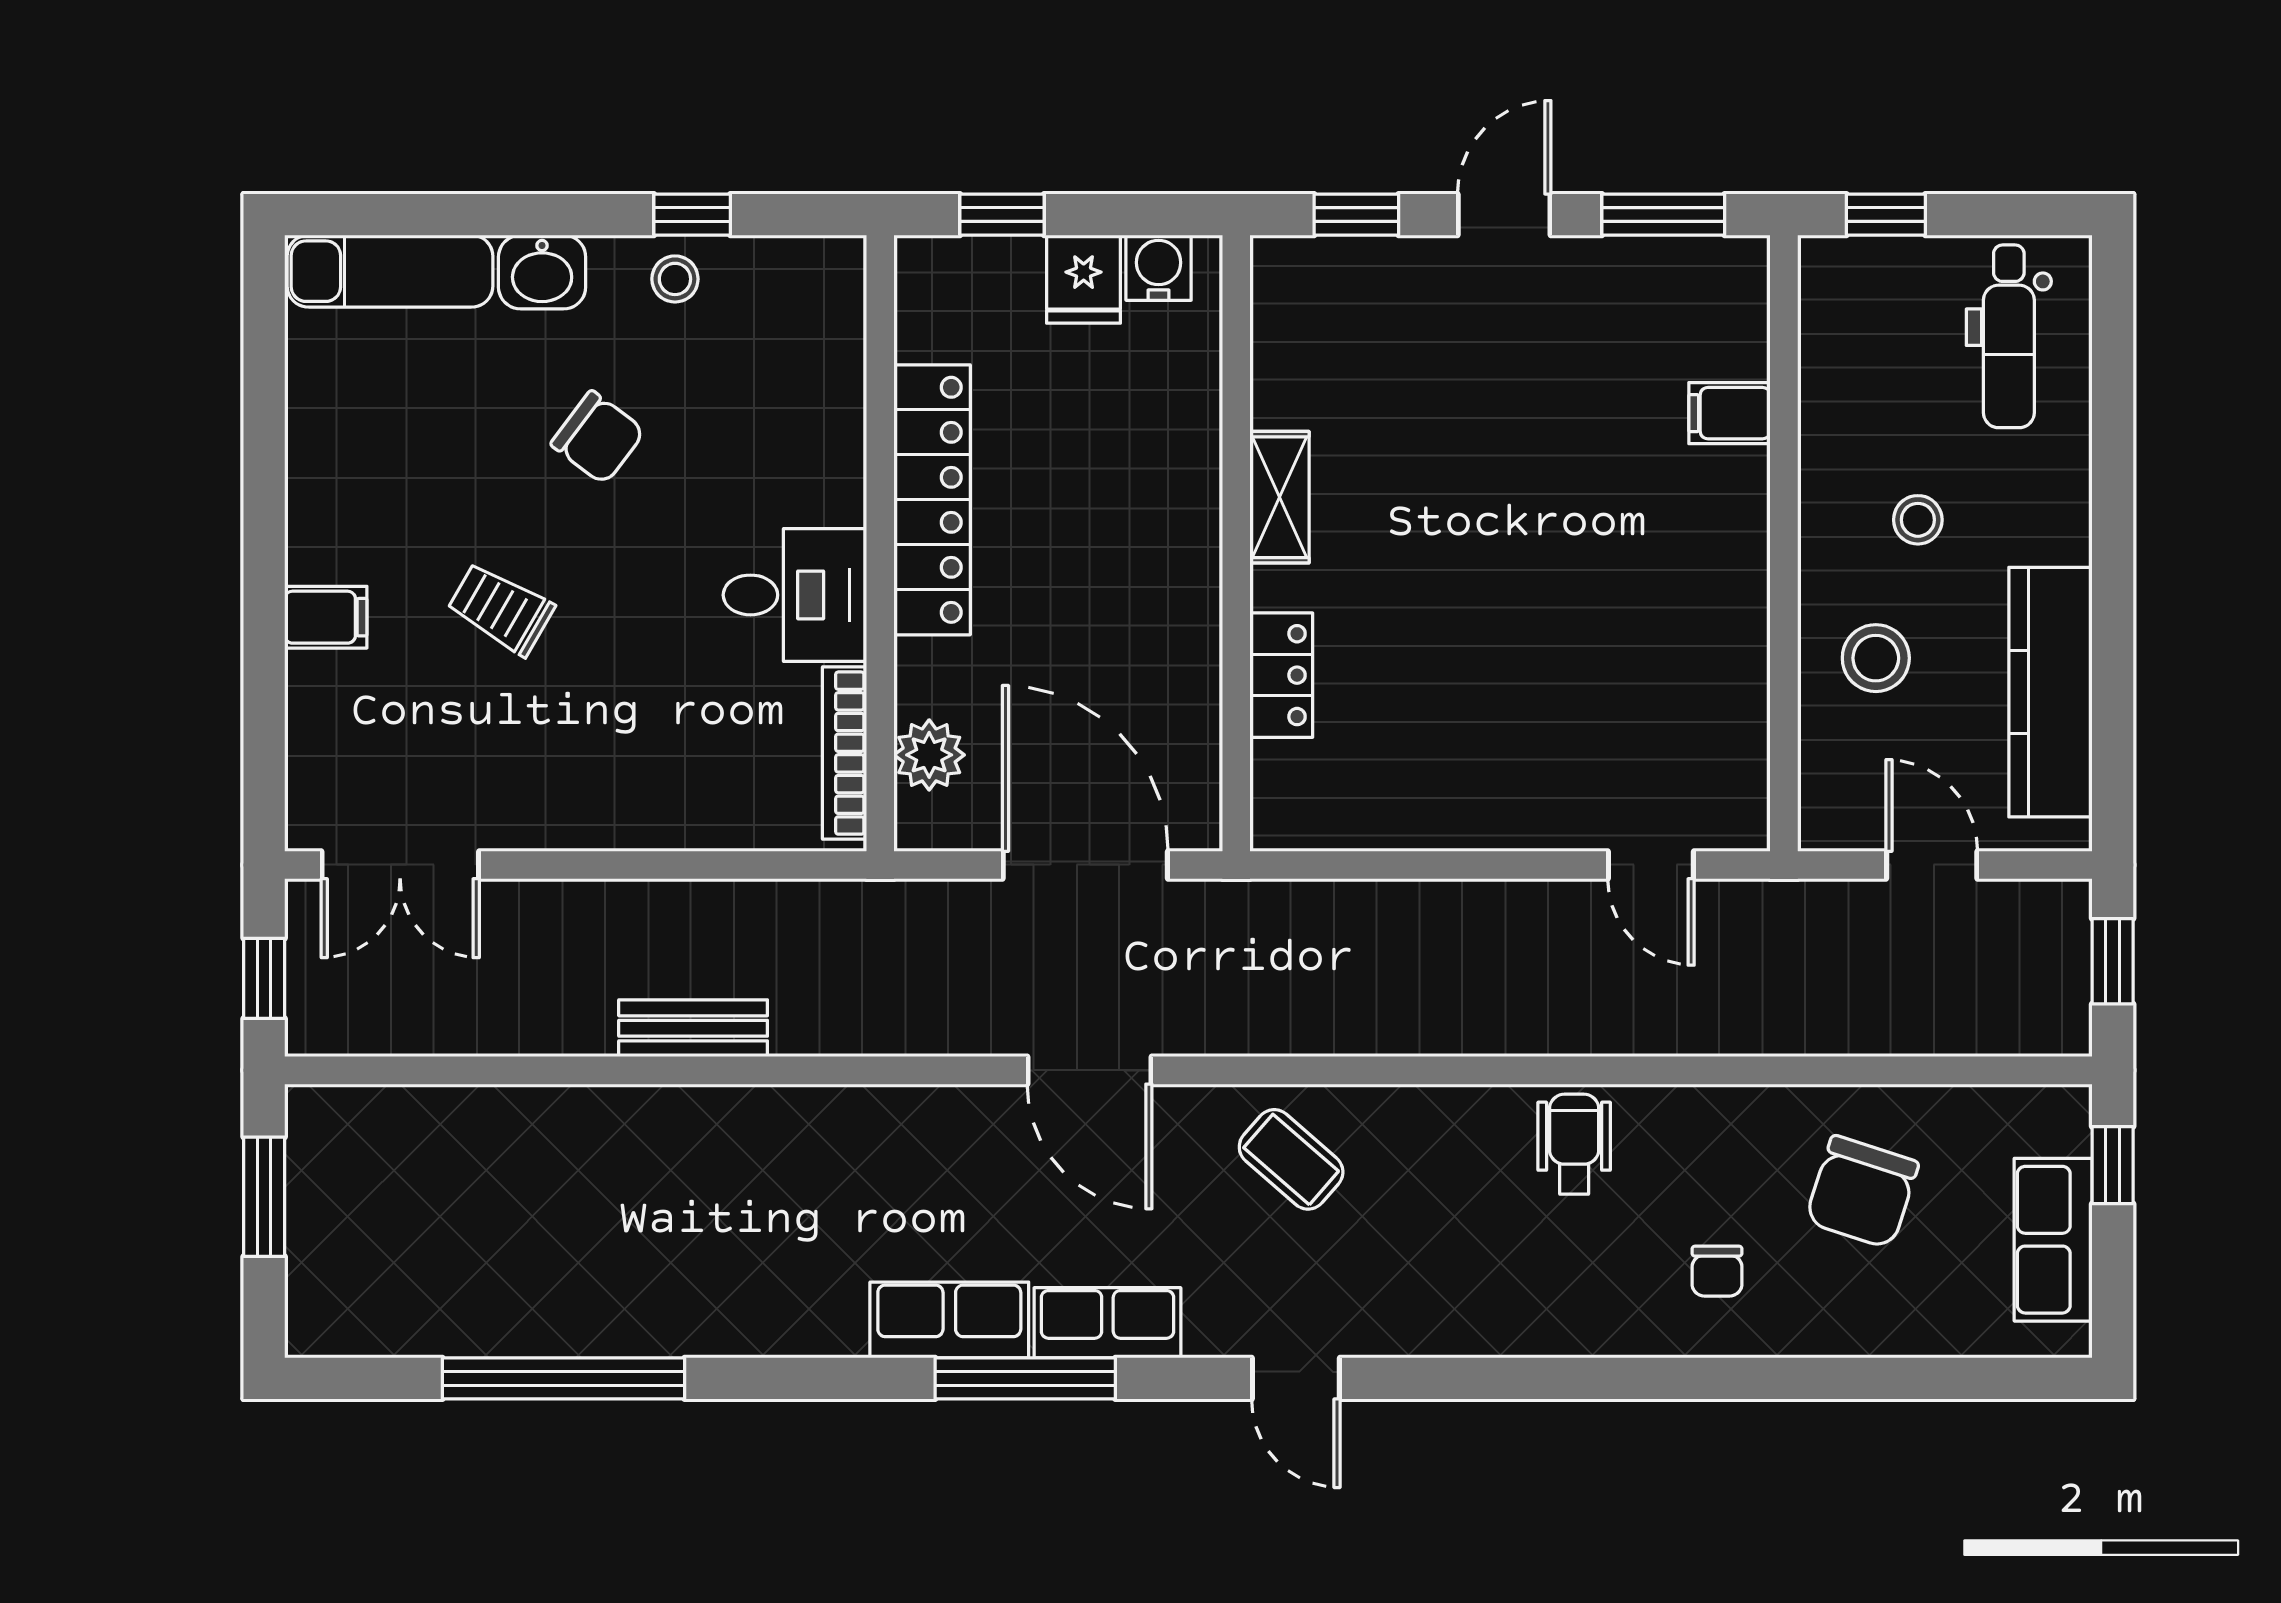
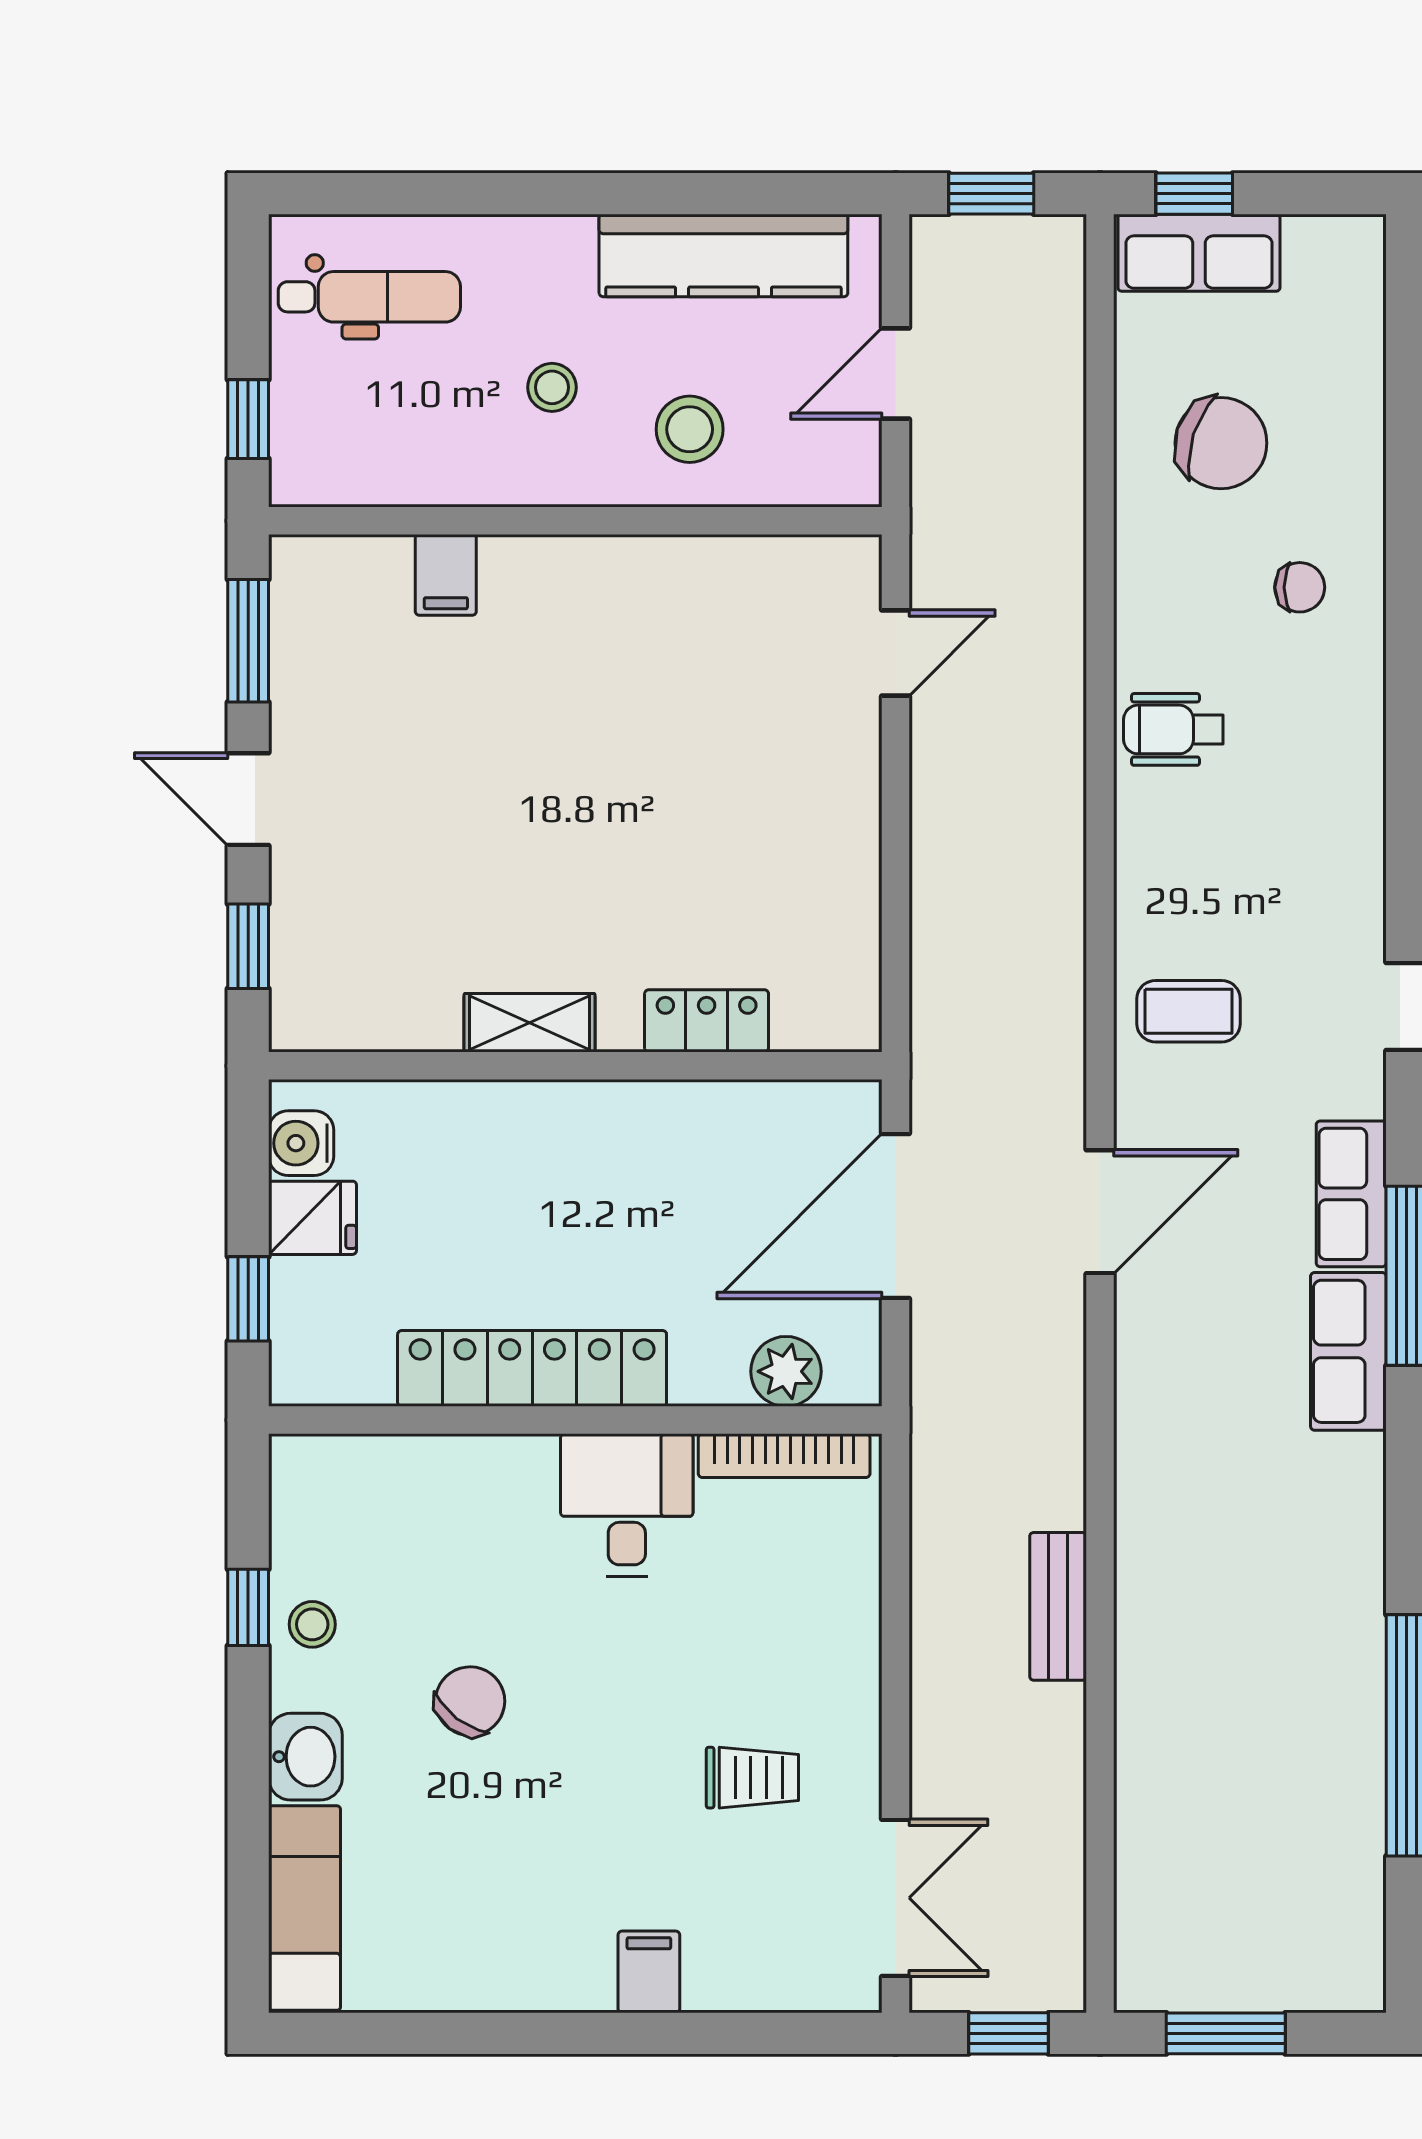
trolley: (501, 609) -> (752, 1778), moved, turned -120
coffee table: (1291, 1159) -> (1189, 1011), turned 49
row of seats: (2053, 1240) -> (1199, 253), moved

